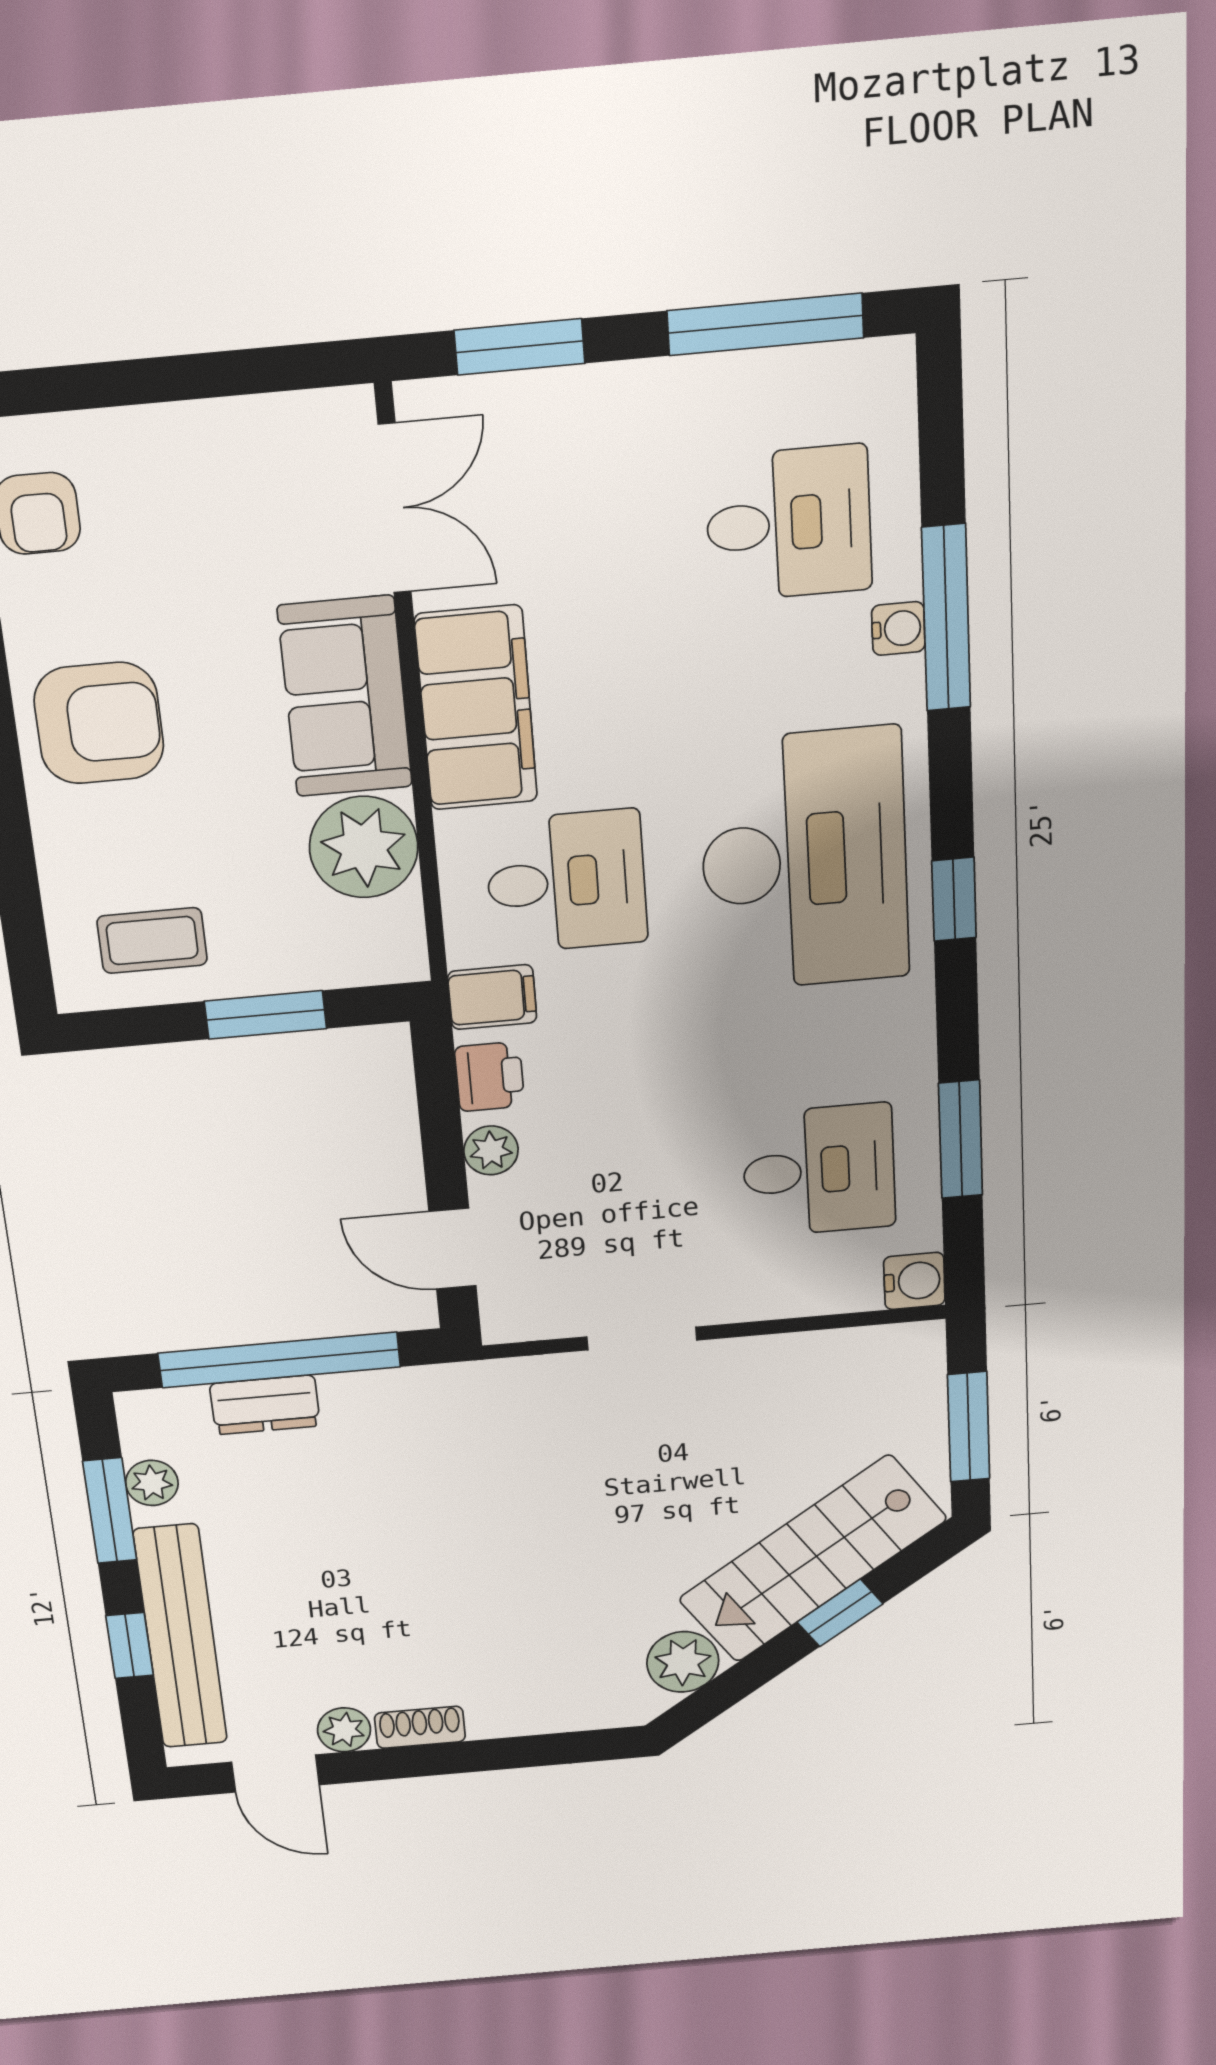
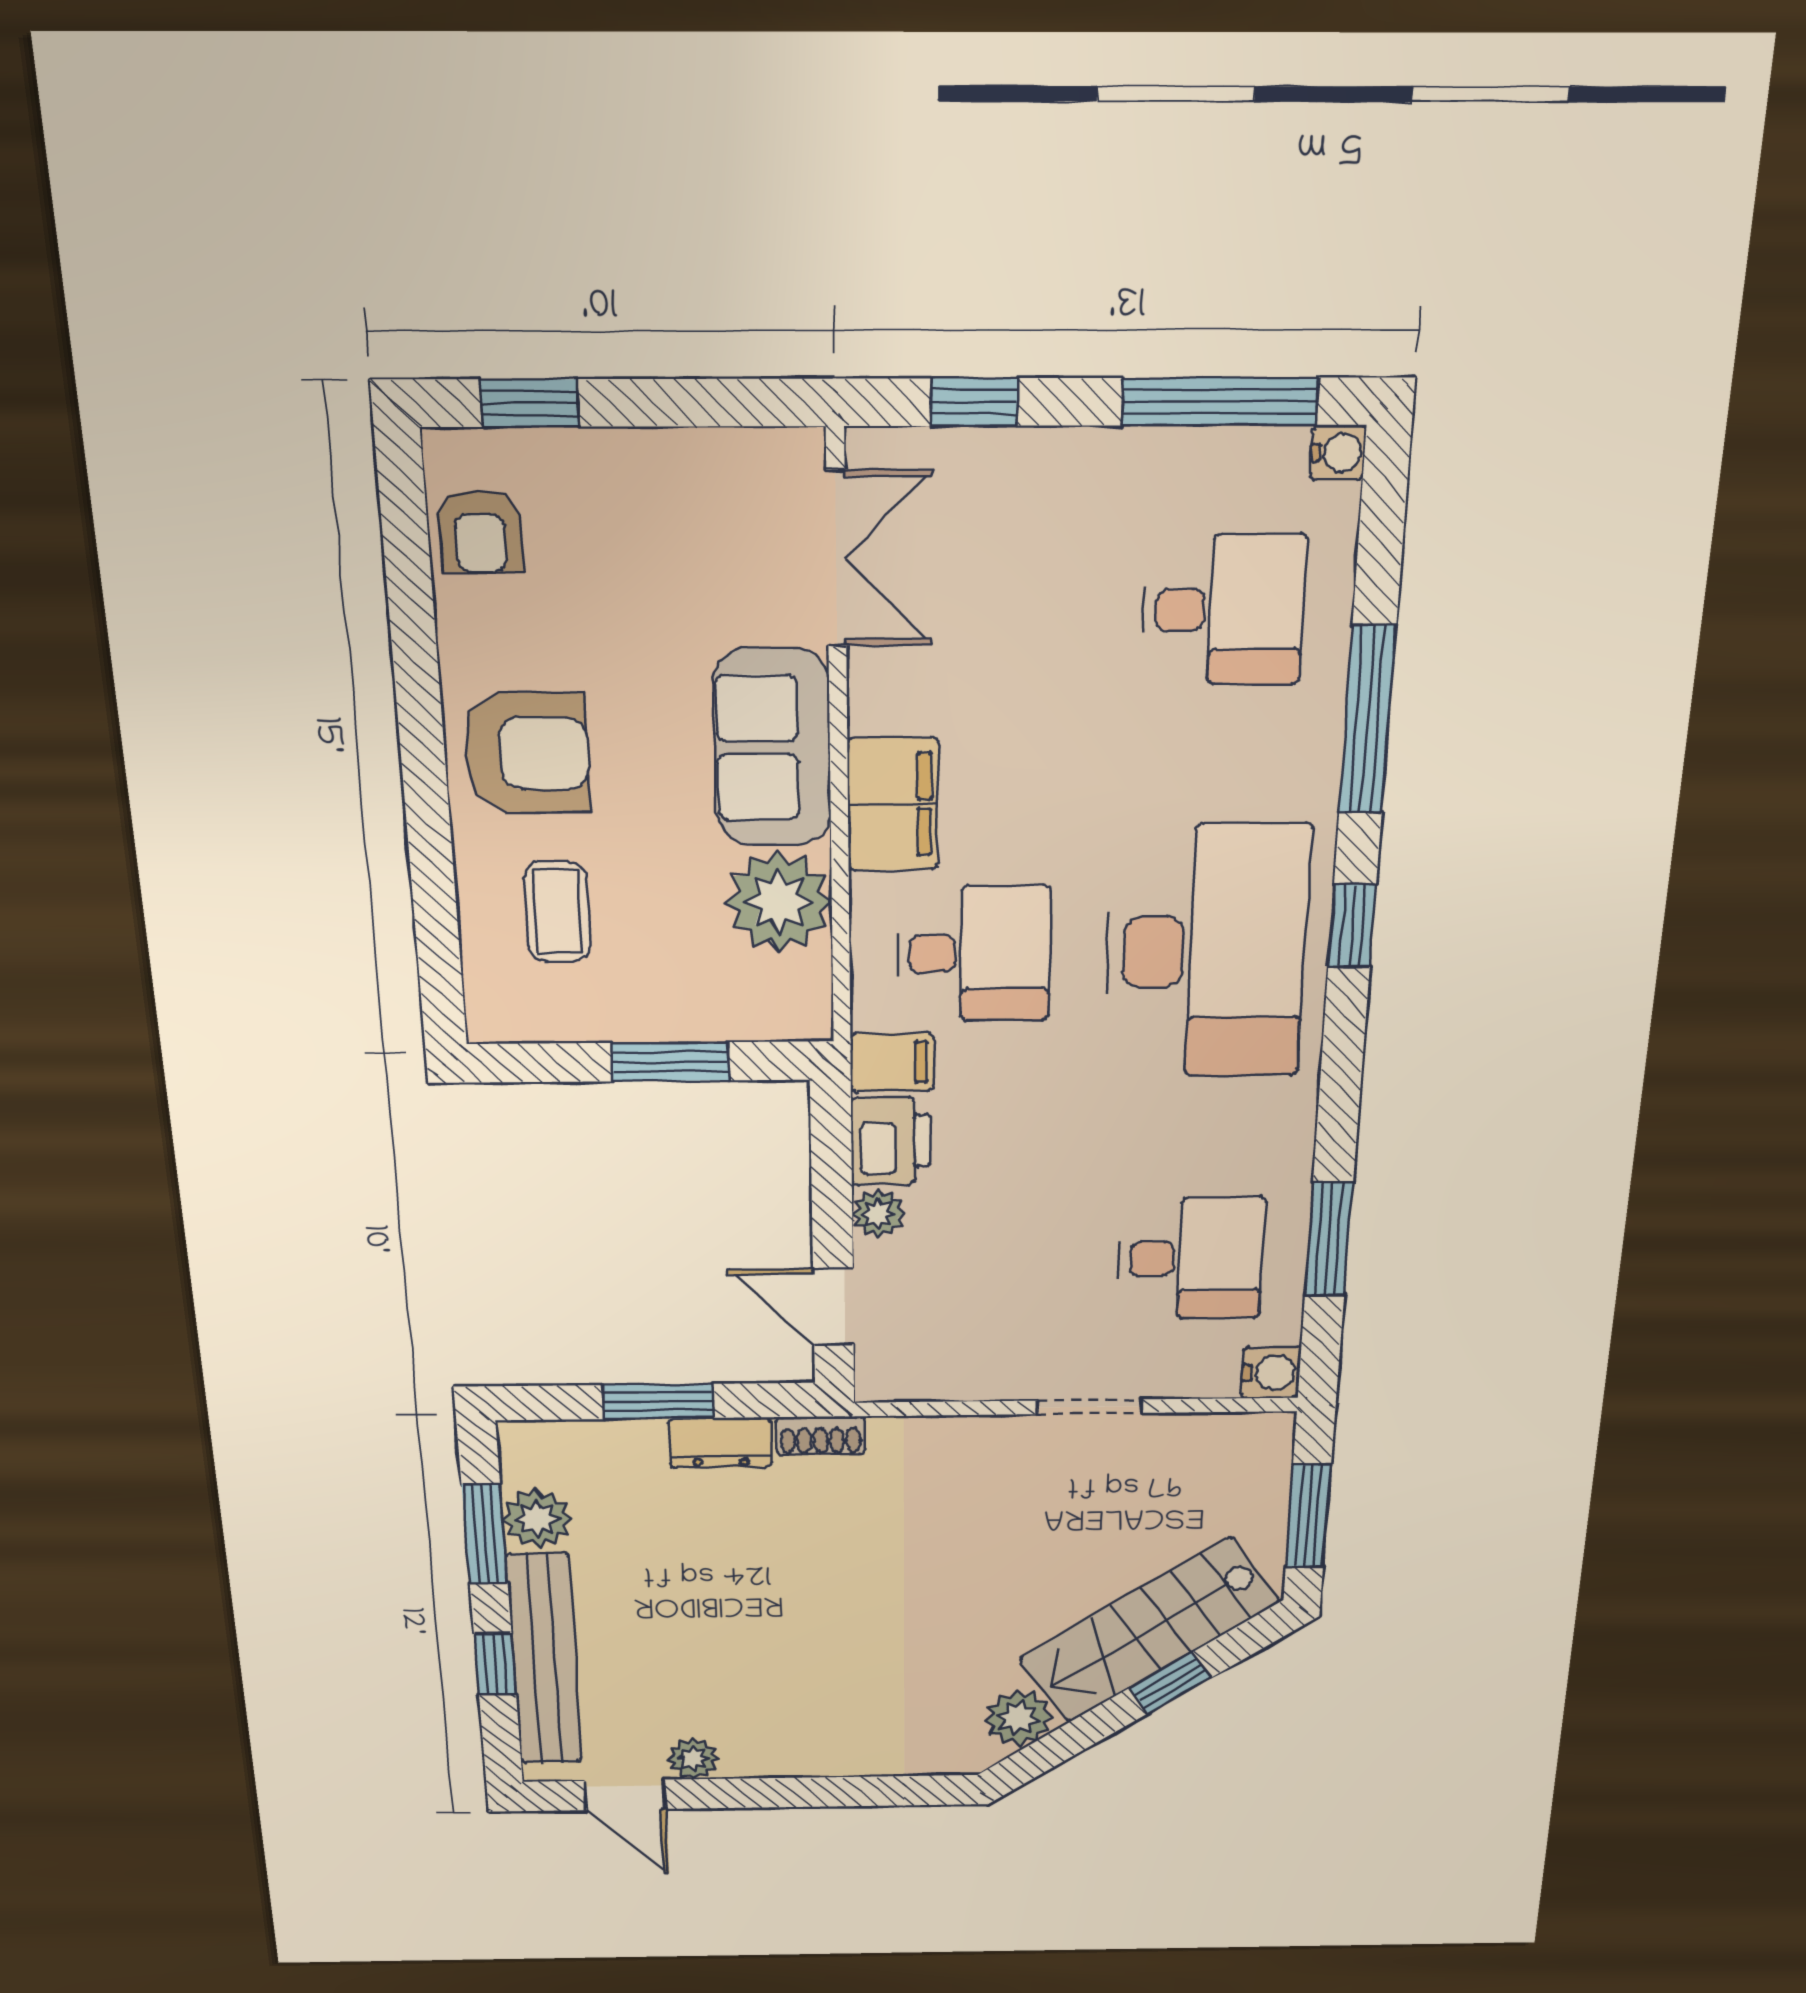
window: (520, 347) -> (974, 402), width x0.67
window: (78, 387) -> (530, 403), added
water cooler: (898, 629) -> (1338, 453), moved
filing cabinet: (476, 708) -> (893, 804), width x0.67, depth x0.86
window: (954, 899) -> (1352, 926), moved
coffee table: (152, 941) -> (557, 912), moved, turned 90
printer: (490, 1077) -> (891, 1141), width x1.36, depth x1.24
doorway: (642, 1339) -> (1090, 1407), moved
window: (279, 1360) -> (658, 1401), width x0.47
dresser: (265, 1405) -> (720, 1443), moved
plant: (152, 1483) -> (537, 1519), width x1.38, depth x1.38
shoe rack: (420, 1727) -> (821, 1436), moved, turned 180

